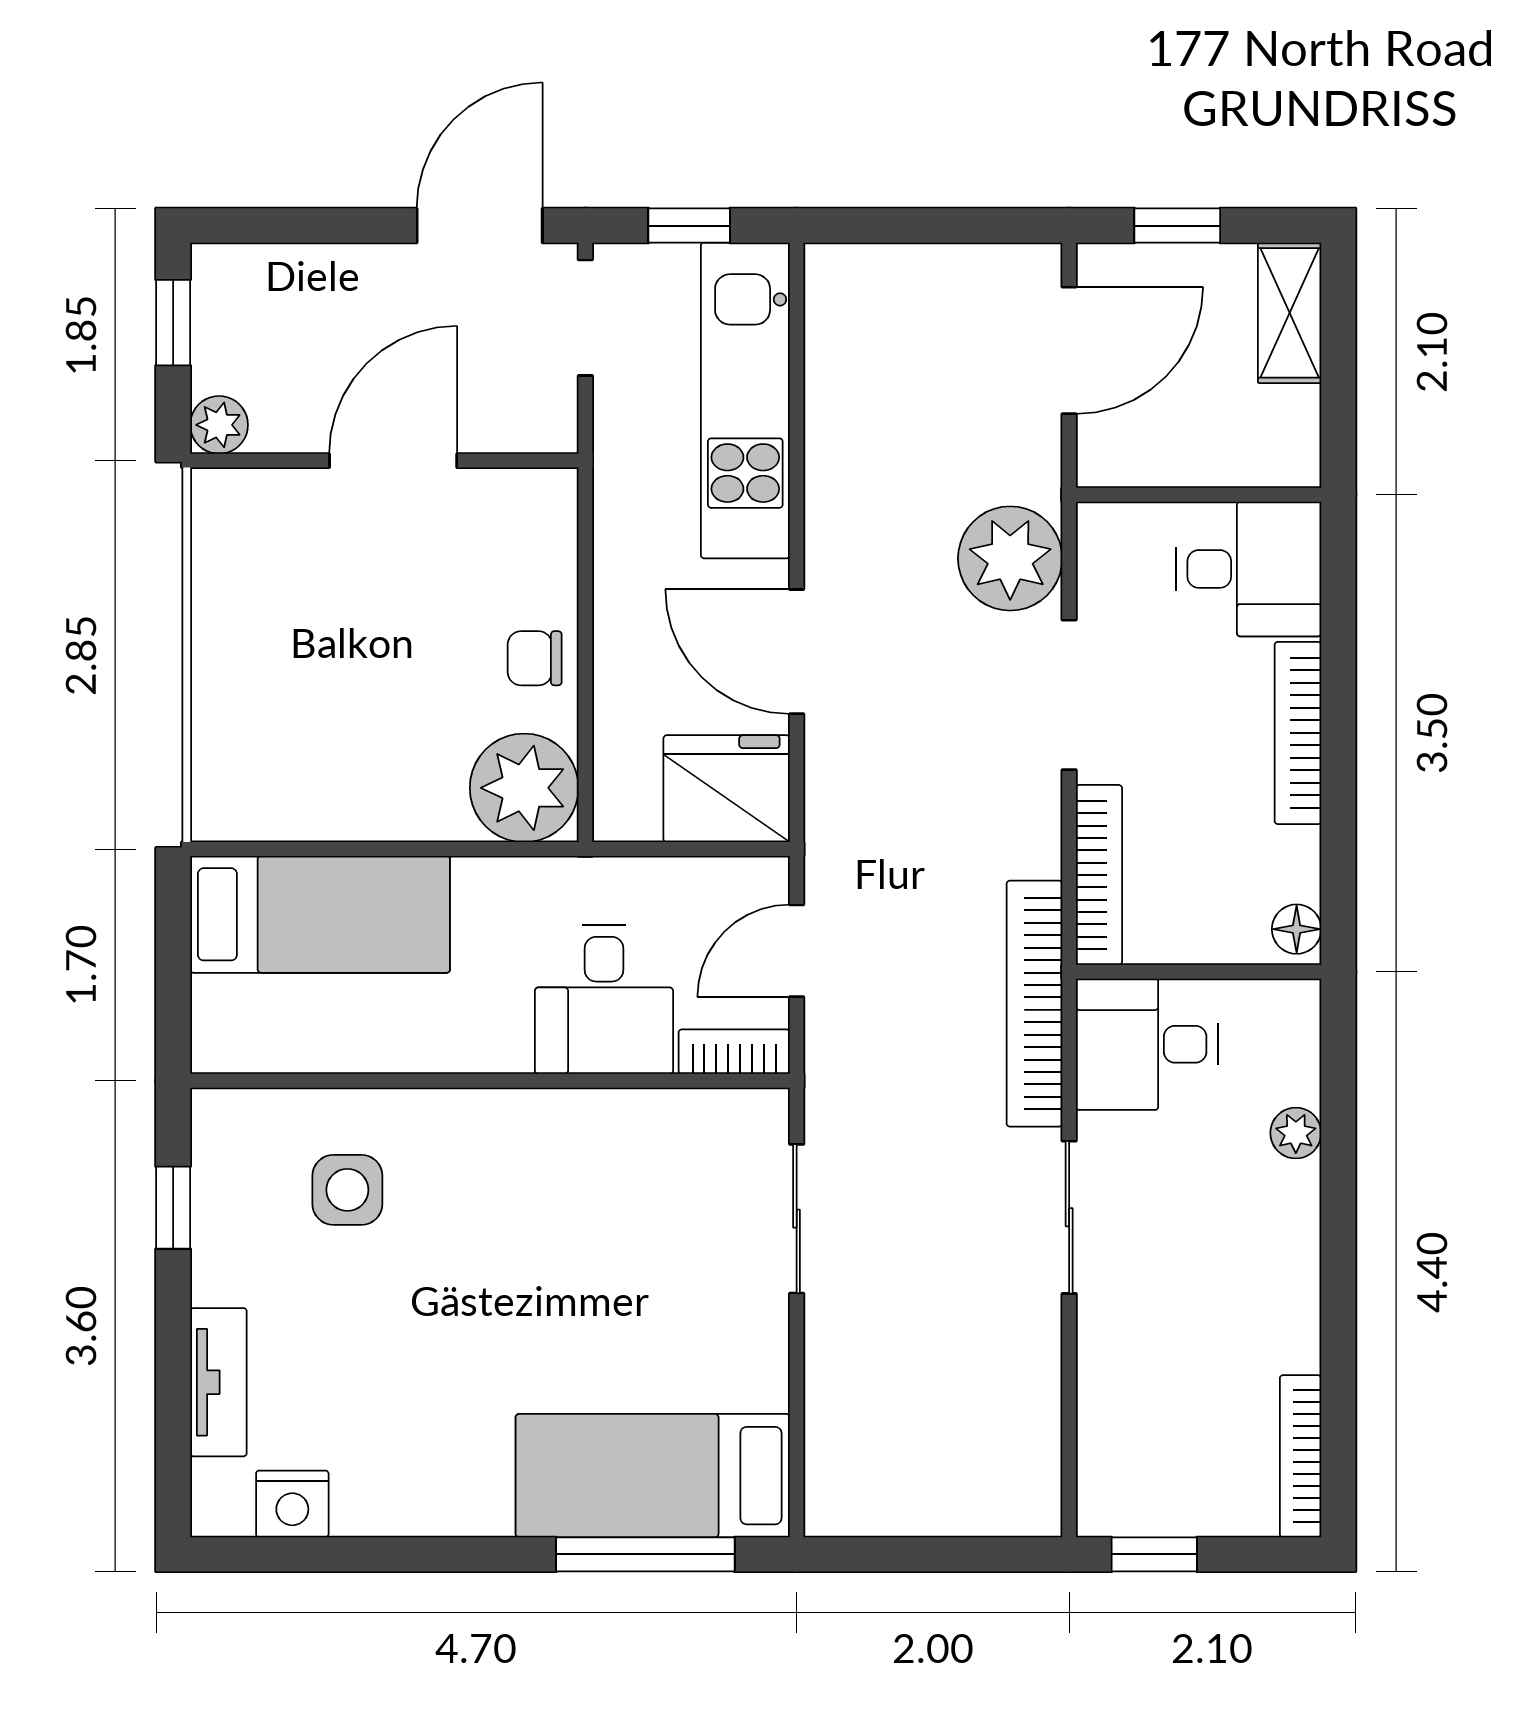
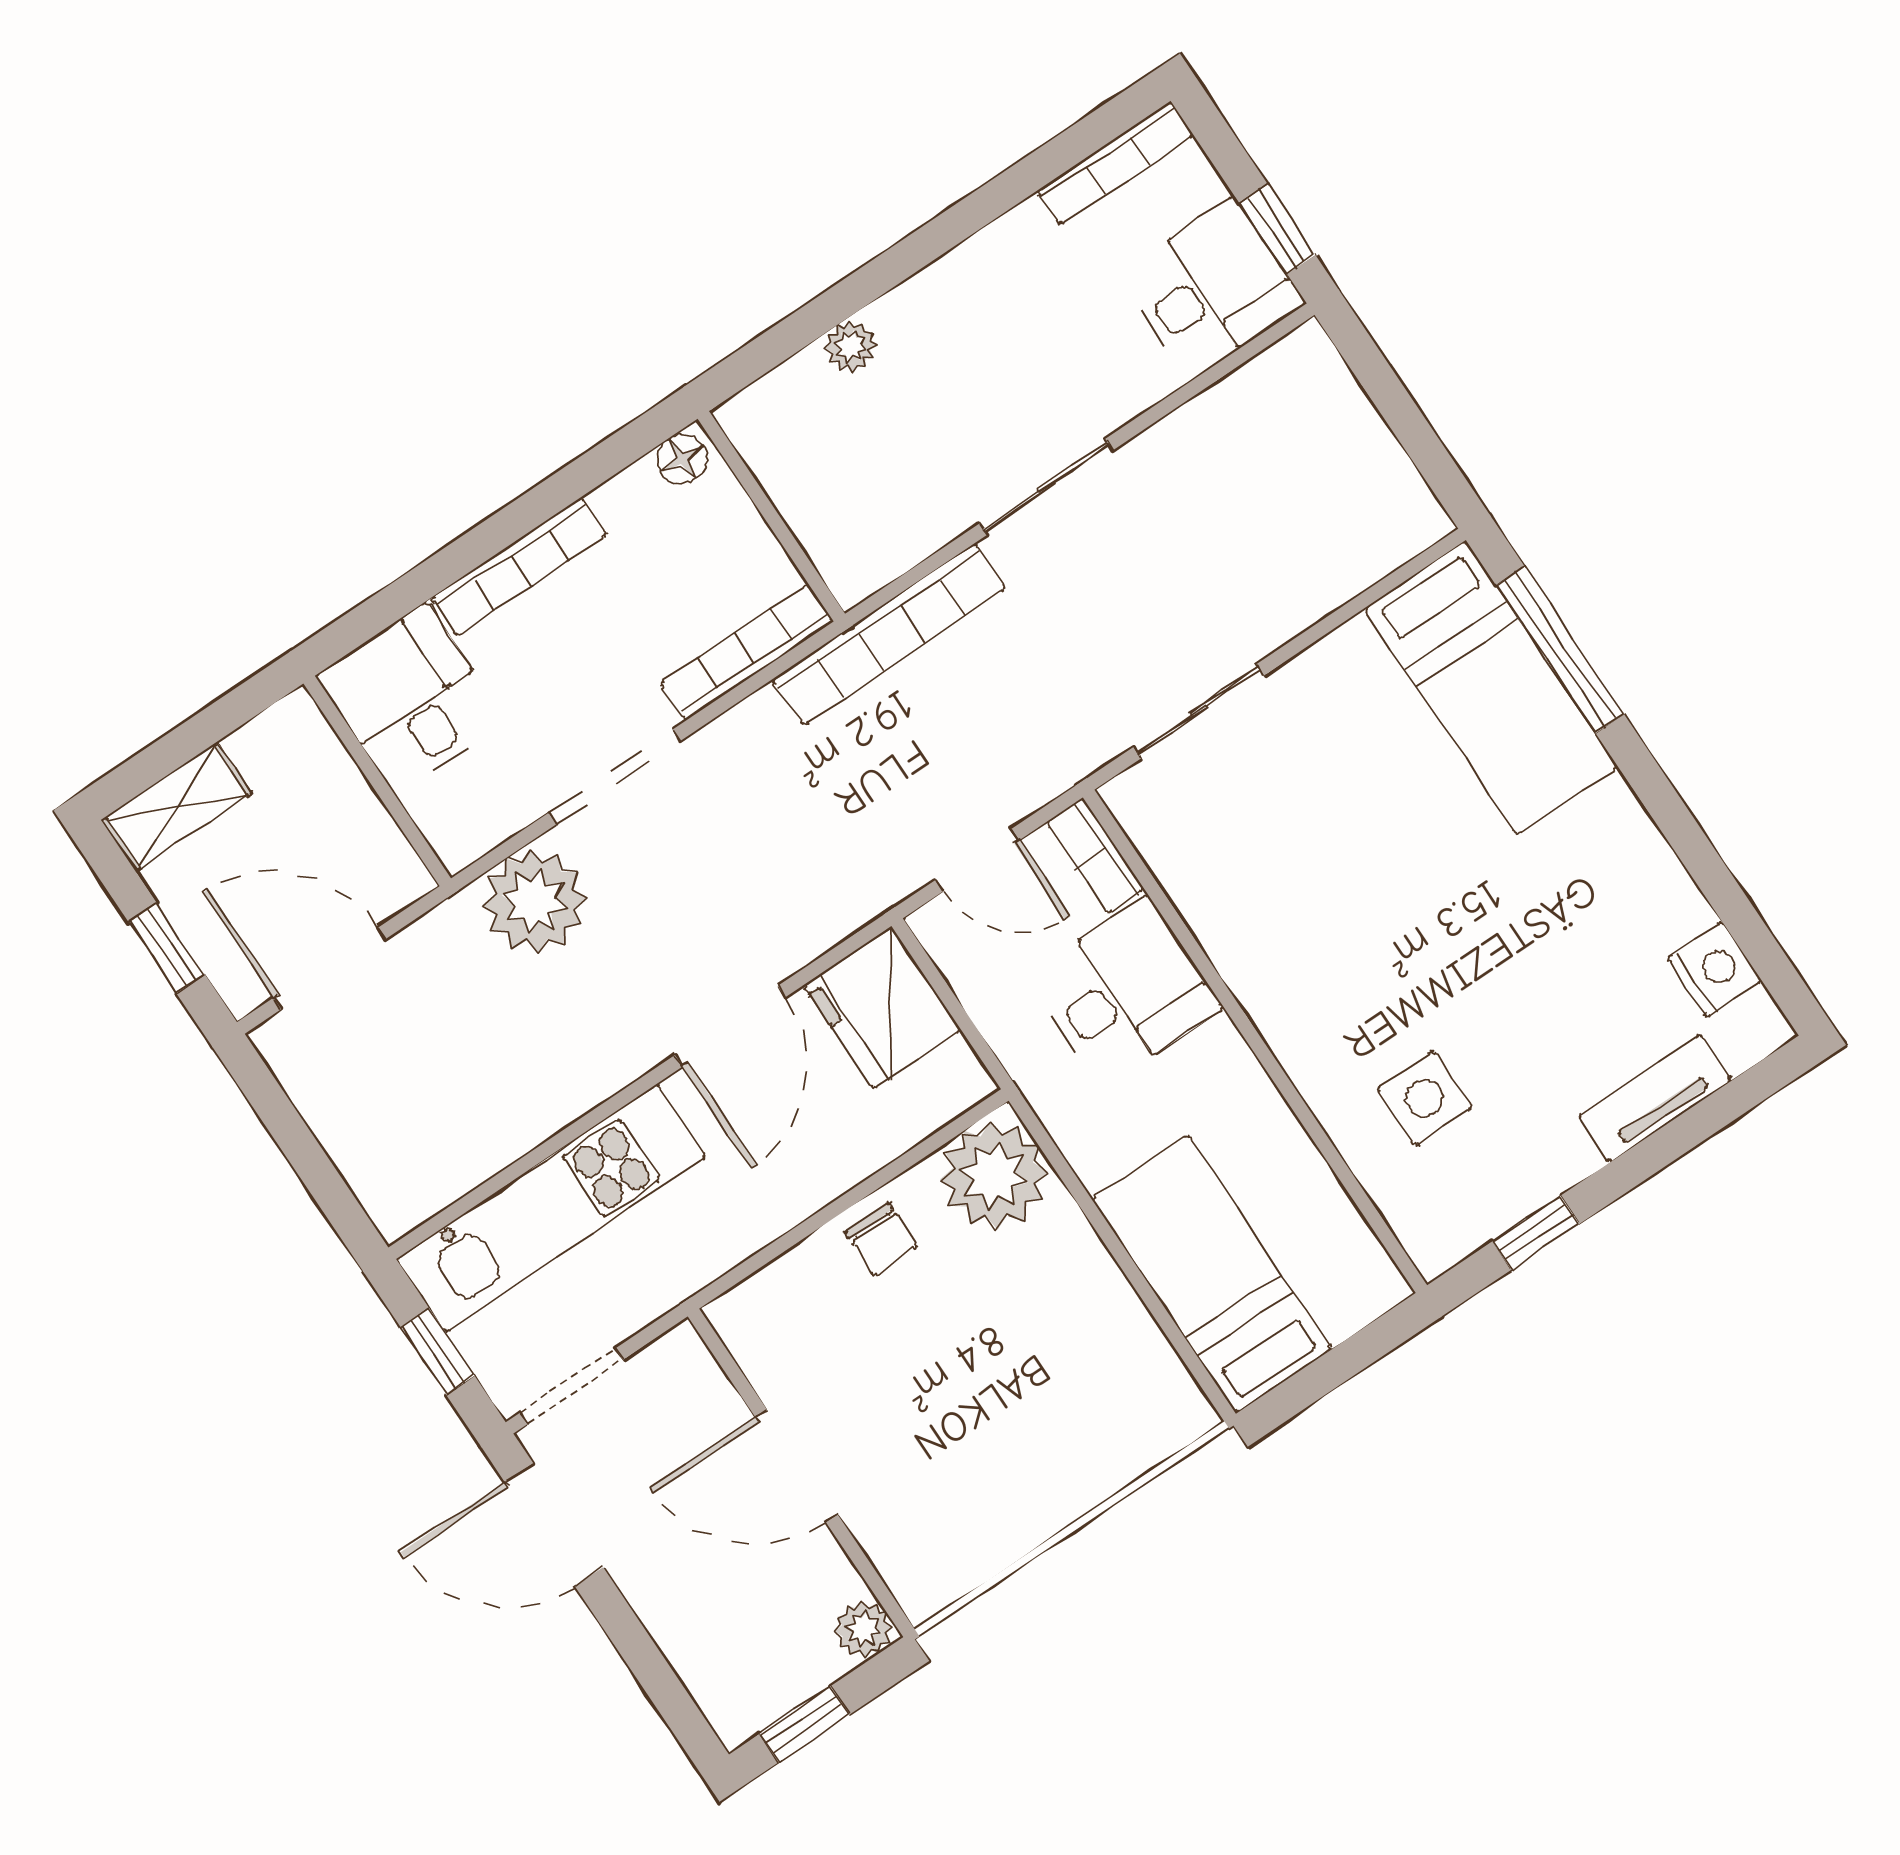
desk: (1147, 1044) -> (1212, 289), moved, turned -90

